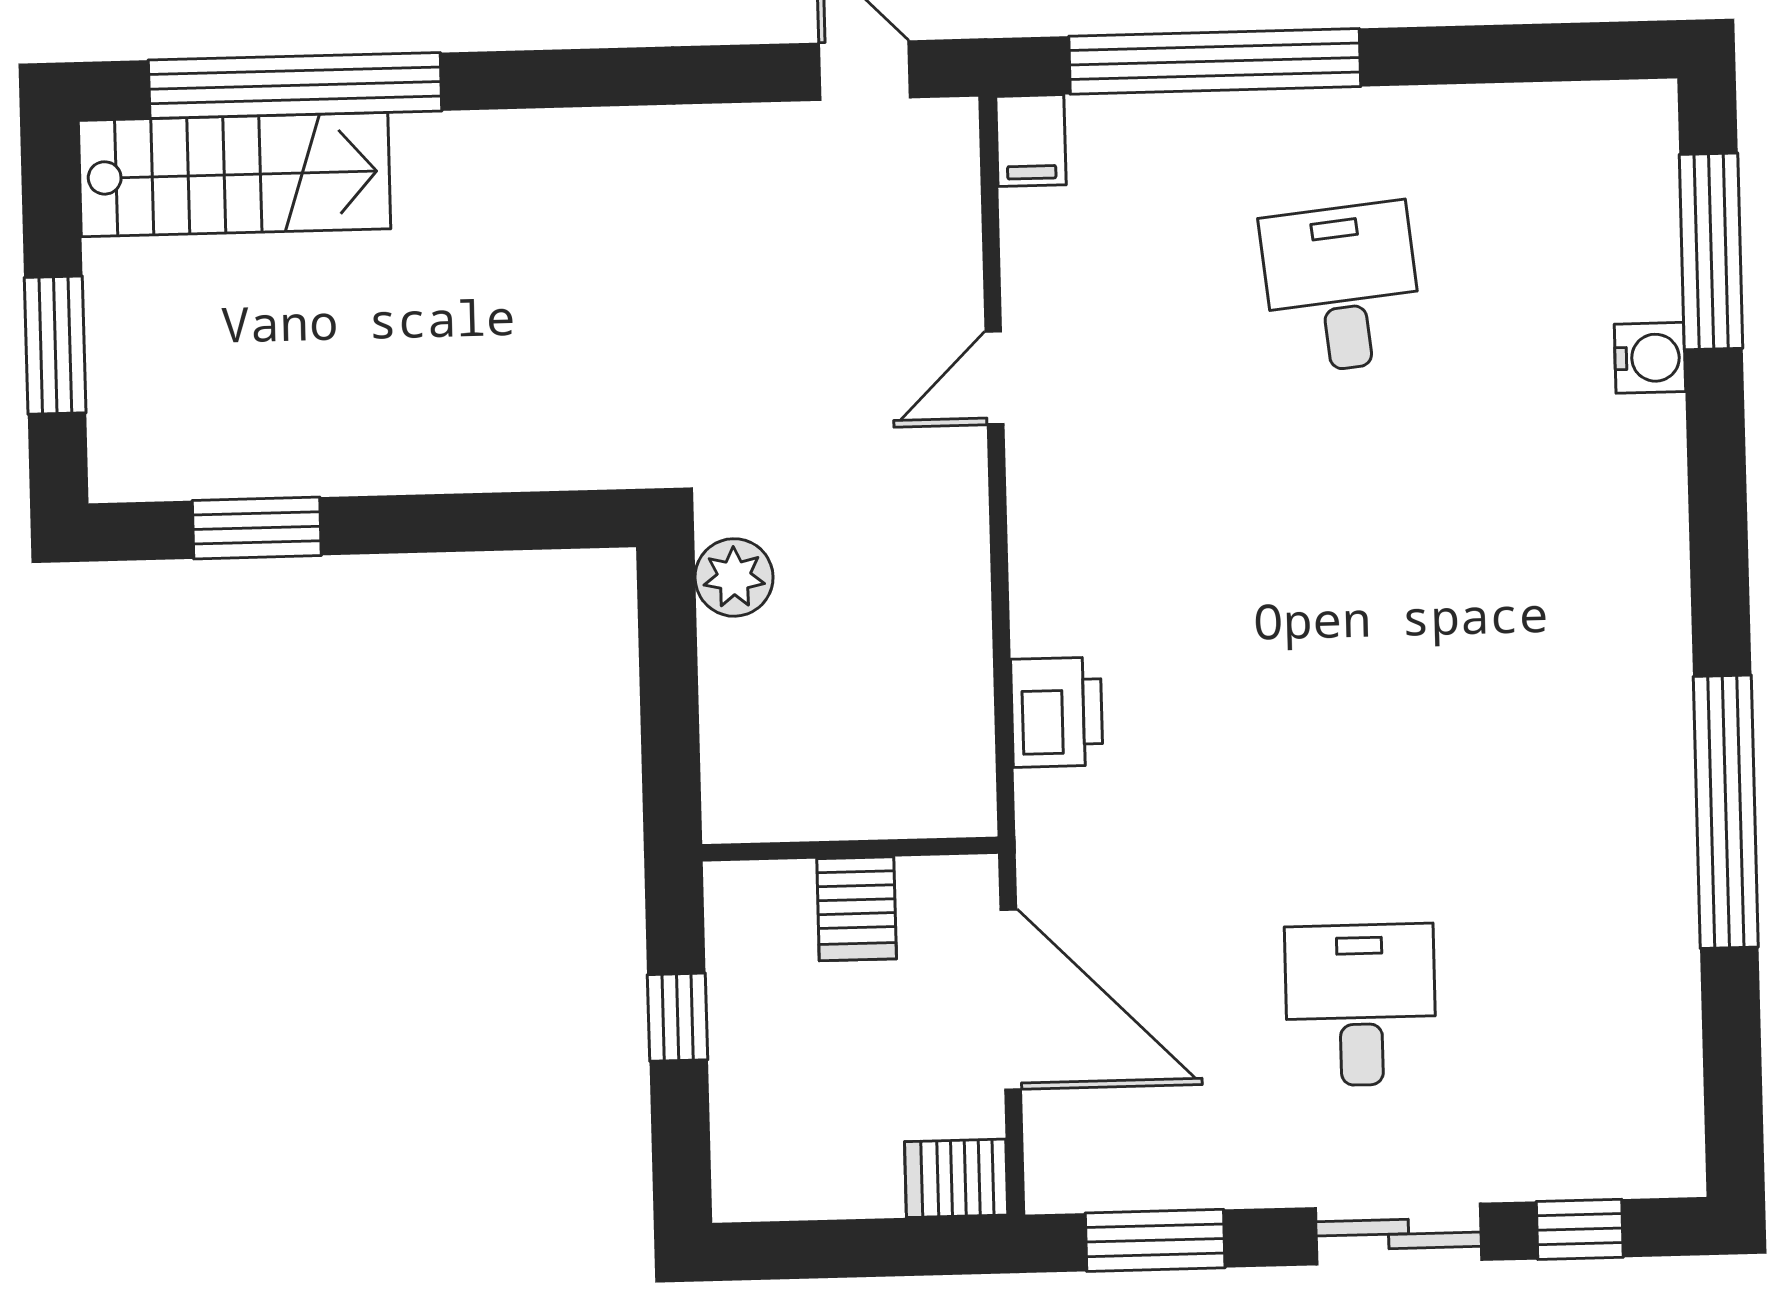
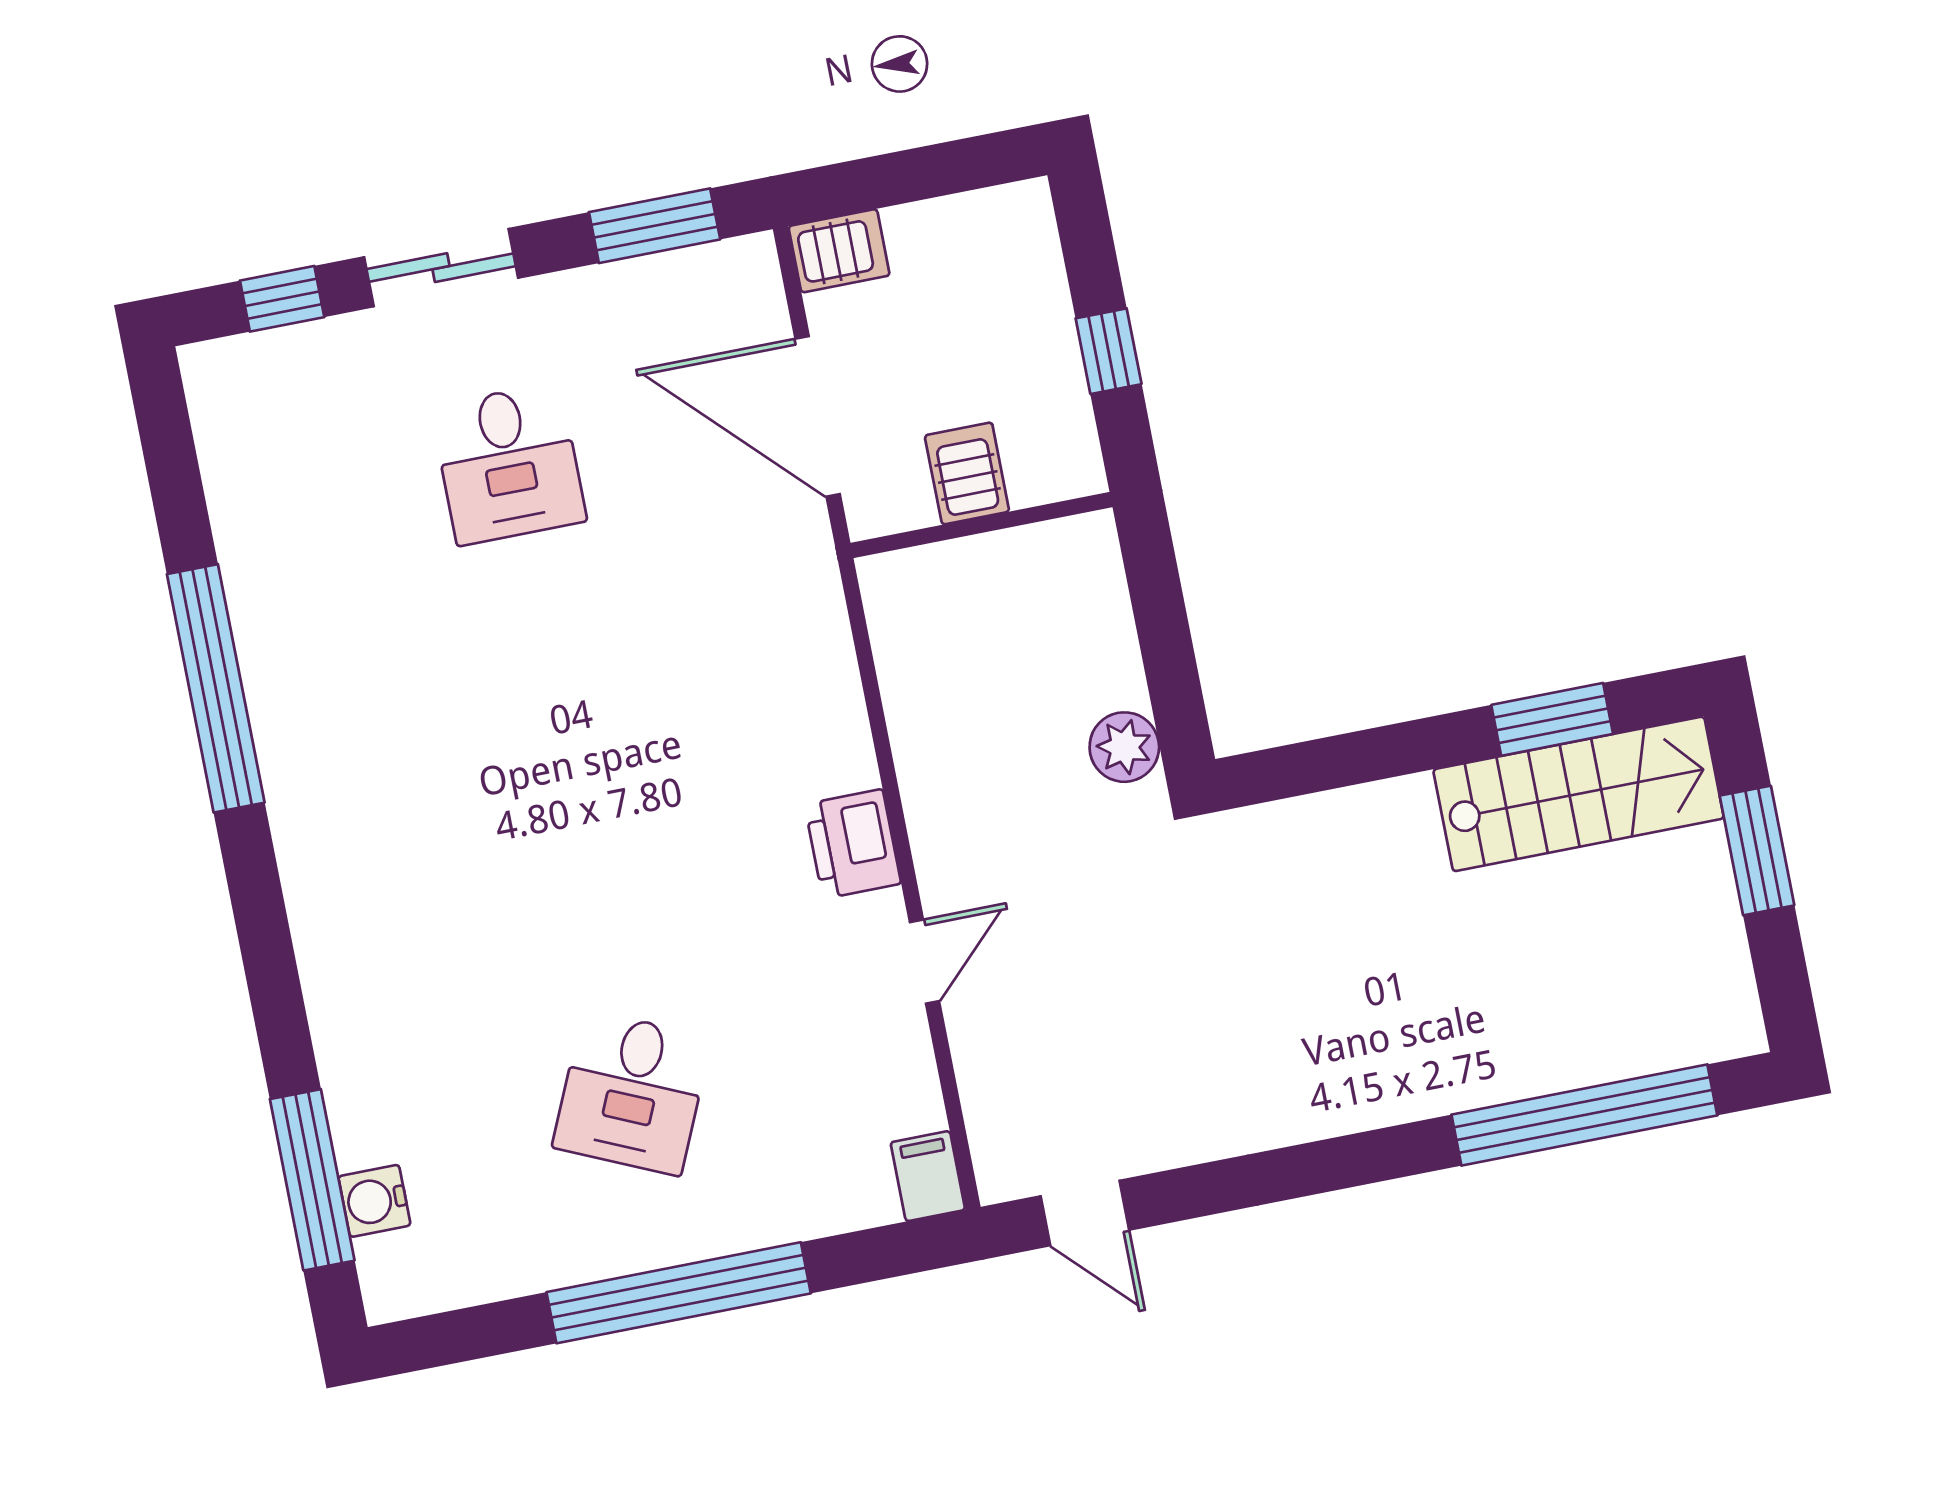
window: (1215, 61) -> (679, 1293), moved
stairs: (234, 175) -> (1579, 794), moved, turned 180
desk: (1342, 288) -> (632, 1092), turned 30
water cooler: (1650, 358) -> (374, 1201), moved
printer: (1057, 712) -> (853, 844), moved

